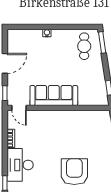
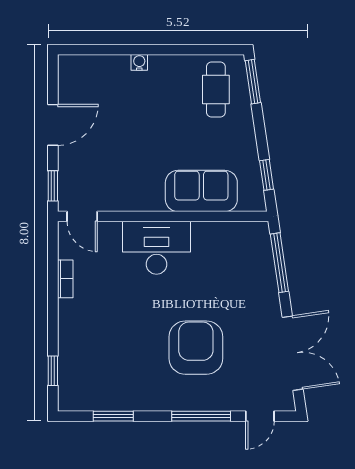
sofa: (54, 96) -> (201, 191), moved, width x0.73
desk: (20, 165) -> (156, 248), moved, turned 90

